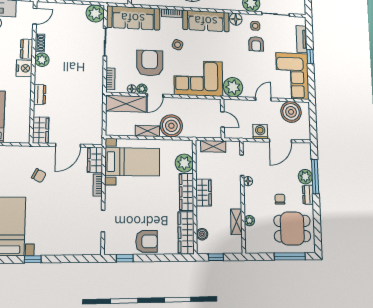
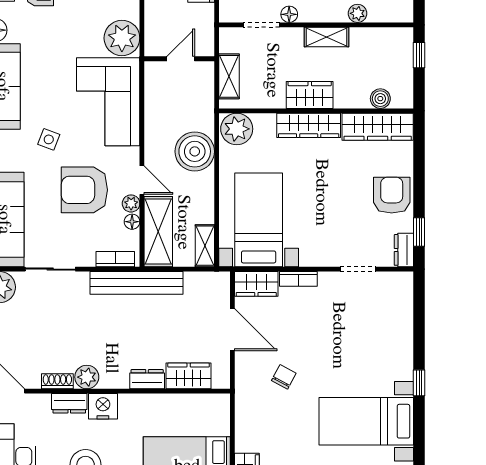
bench: (97, 90) -> (136, 283), added
wardrobe: (41, 130) -> (189, 376), moved
shelving: (147, 131) -> (205, 246), moved
plant: (184, 163) -> (237, 129), moved
shelving: (236, 222) -> (327, 37), moved
dresser: (114, 249) -> (404, 250), added
window: (216, 257) -> (419, 55), moved

